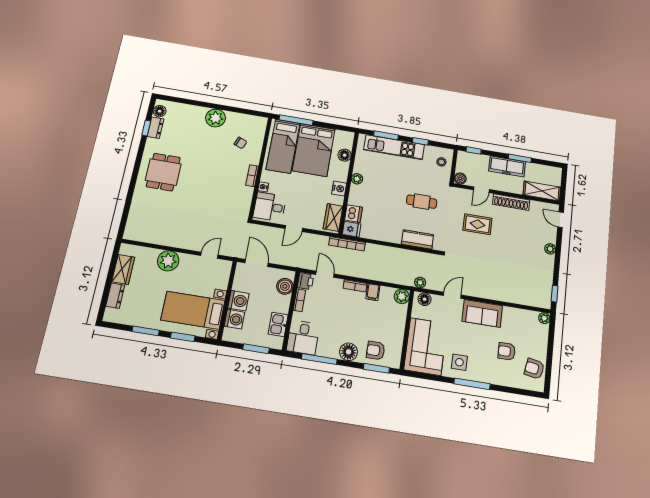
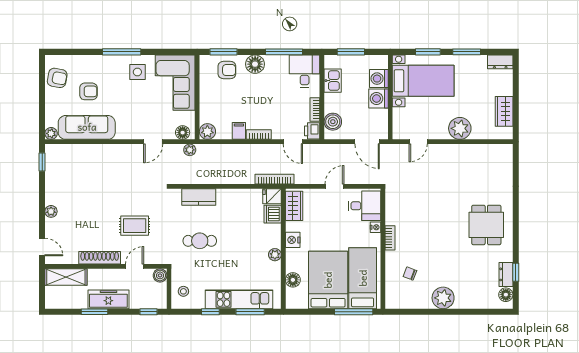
dresser: (115, 296) -> (500, 62), moved, turned -90
sofa: (482, 313) -> (87, 127), moved, width x1.36

